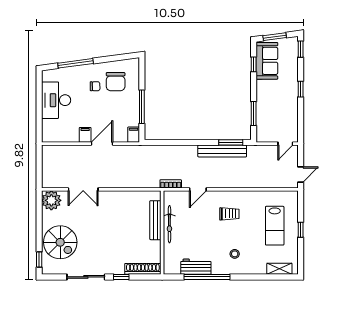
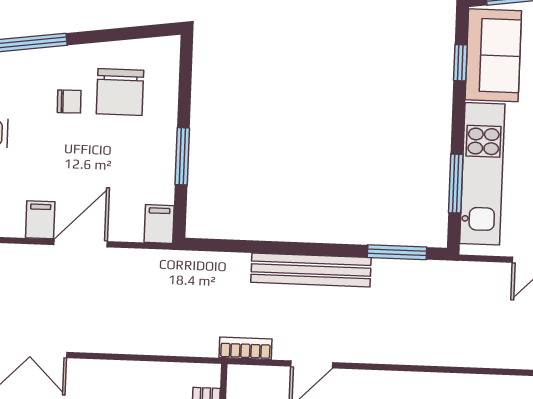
window: (142, 107) -> (182, 156), width x0.69
kitchen unit: (264, 109) -> (482, 174), added
bench: (222, 151) -> (311, 270), moved

